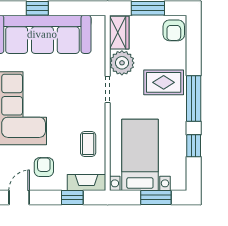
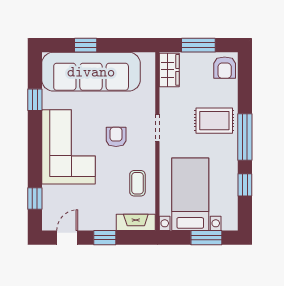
plant: (122, 63) -> (172, 101), removed
armchair: (44, 167) -> (116, 137), moved
window: (72, 197) -> (105, 238), moved

